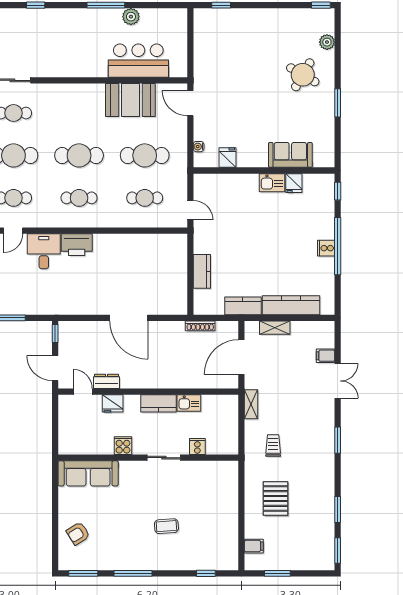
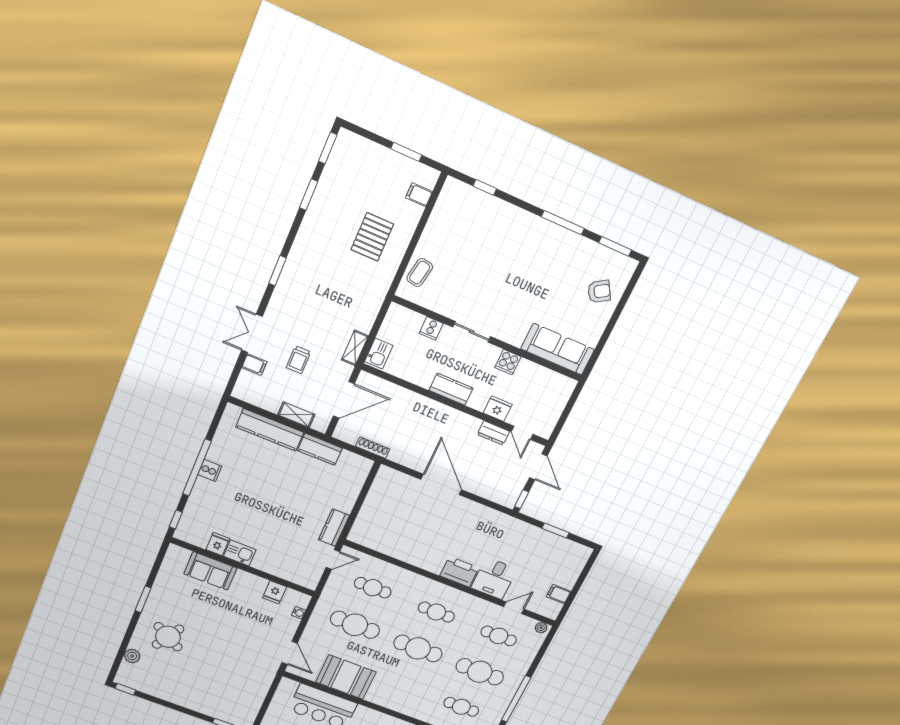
door: (190, 210) -> (333, 559), swing flipped
kitchen counter: (202, 271) -> (334, 528), moved
kitchen sink: (189, 403) -> (379, 354), moved, turned 90
trolley: (273, 446) -> (299, 360), moved
coffee table: (166, 526) -> (420, 273), moved, turned -76

